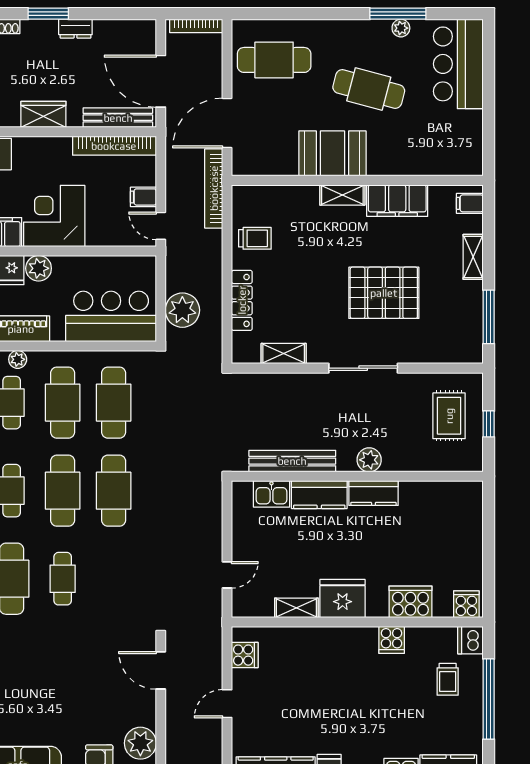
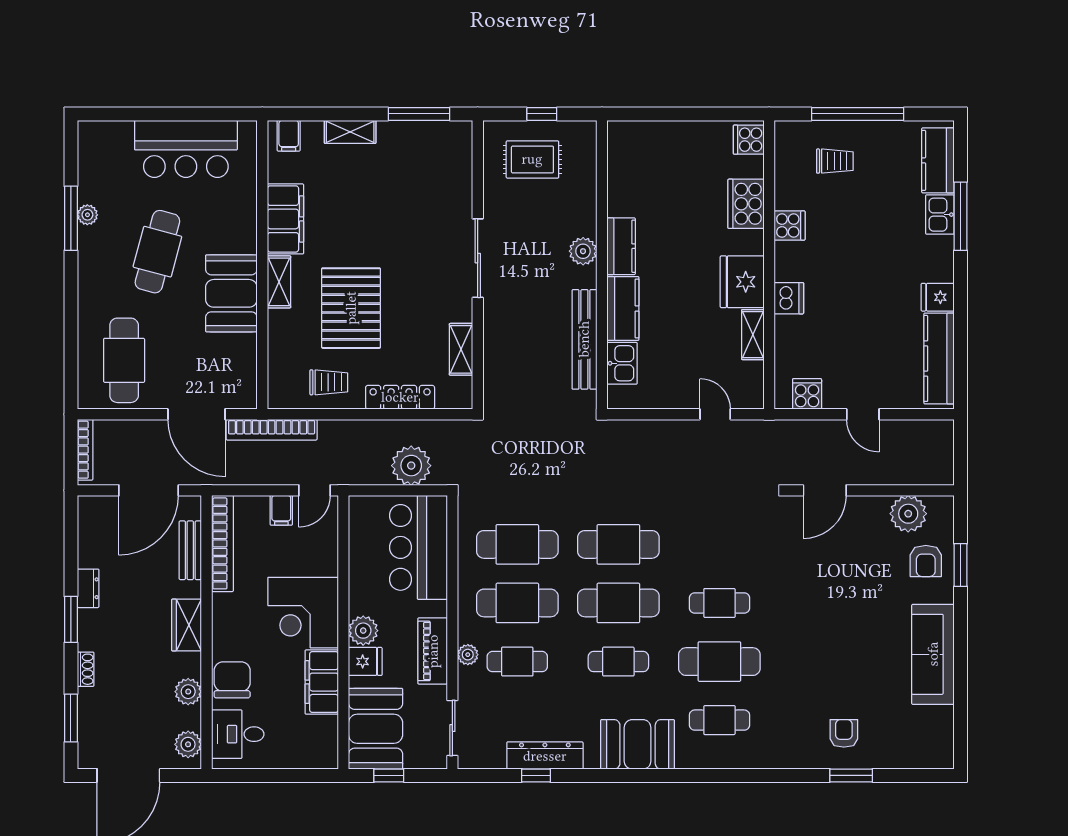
bar counter: (458, 64) -> (186, 149), moved
bench: (118, 118) -> (190, 550), width x0.73
trolley: (255, 238) -> (329, 382), turned 90
pallet: (384, 293) -> (351, 308), moved
dishwasher: (470, 640) -> (789, 298), moved, turned -90

